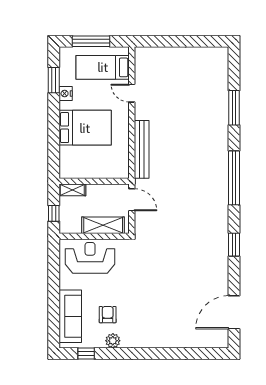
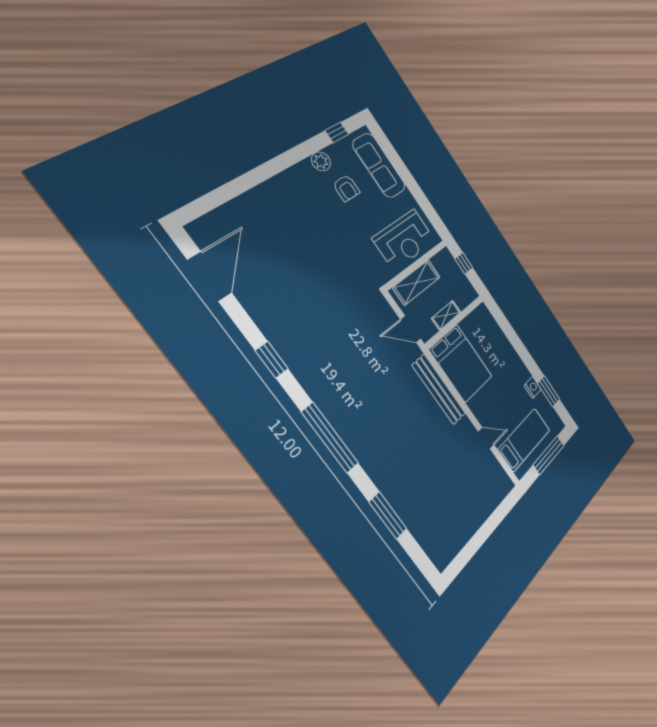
bed: (85, 128) -> (461, 363), moved, turned -90
shelving: (72, 190) -> (446, 315), moved

